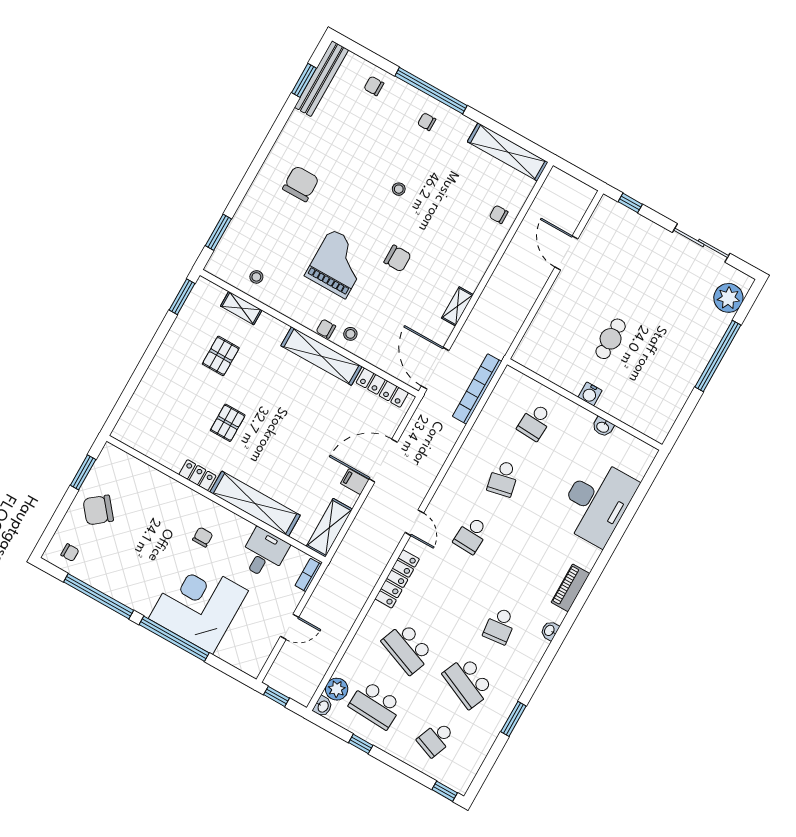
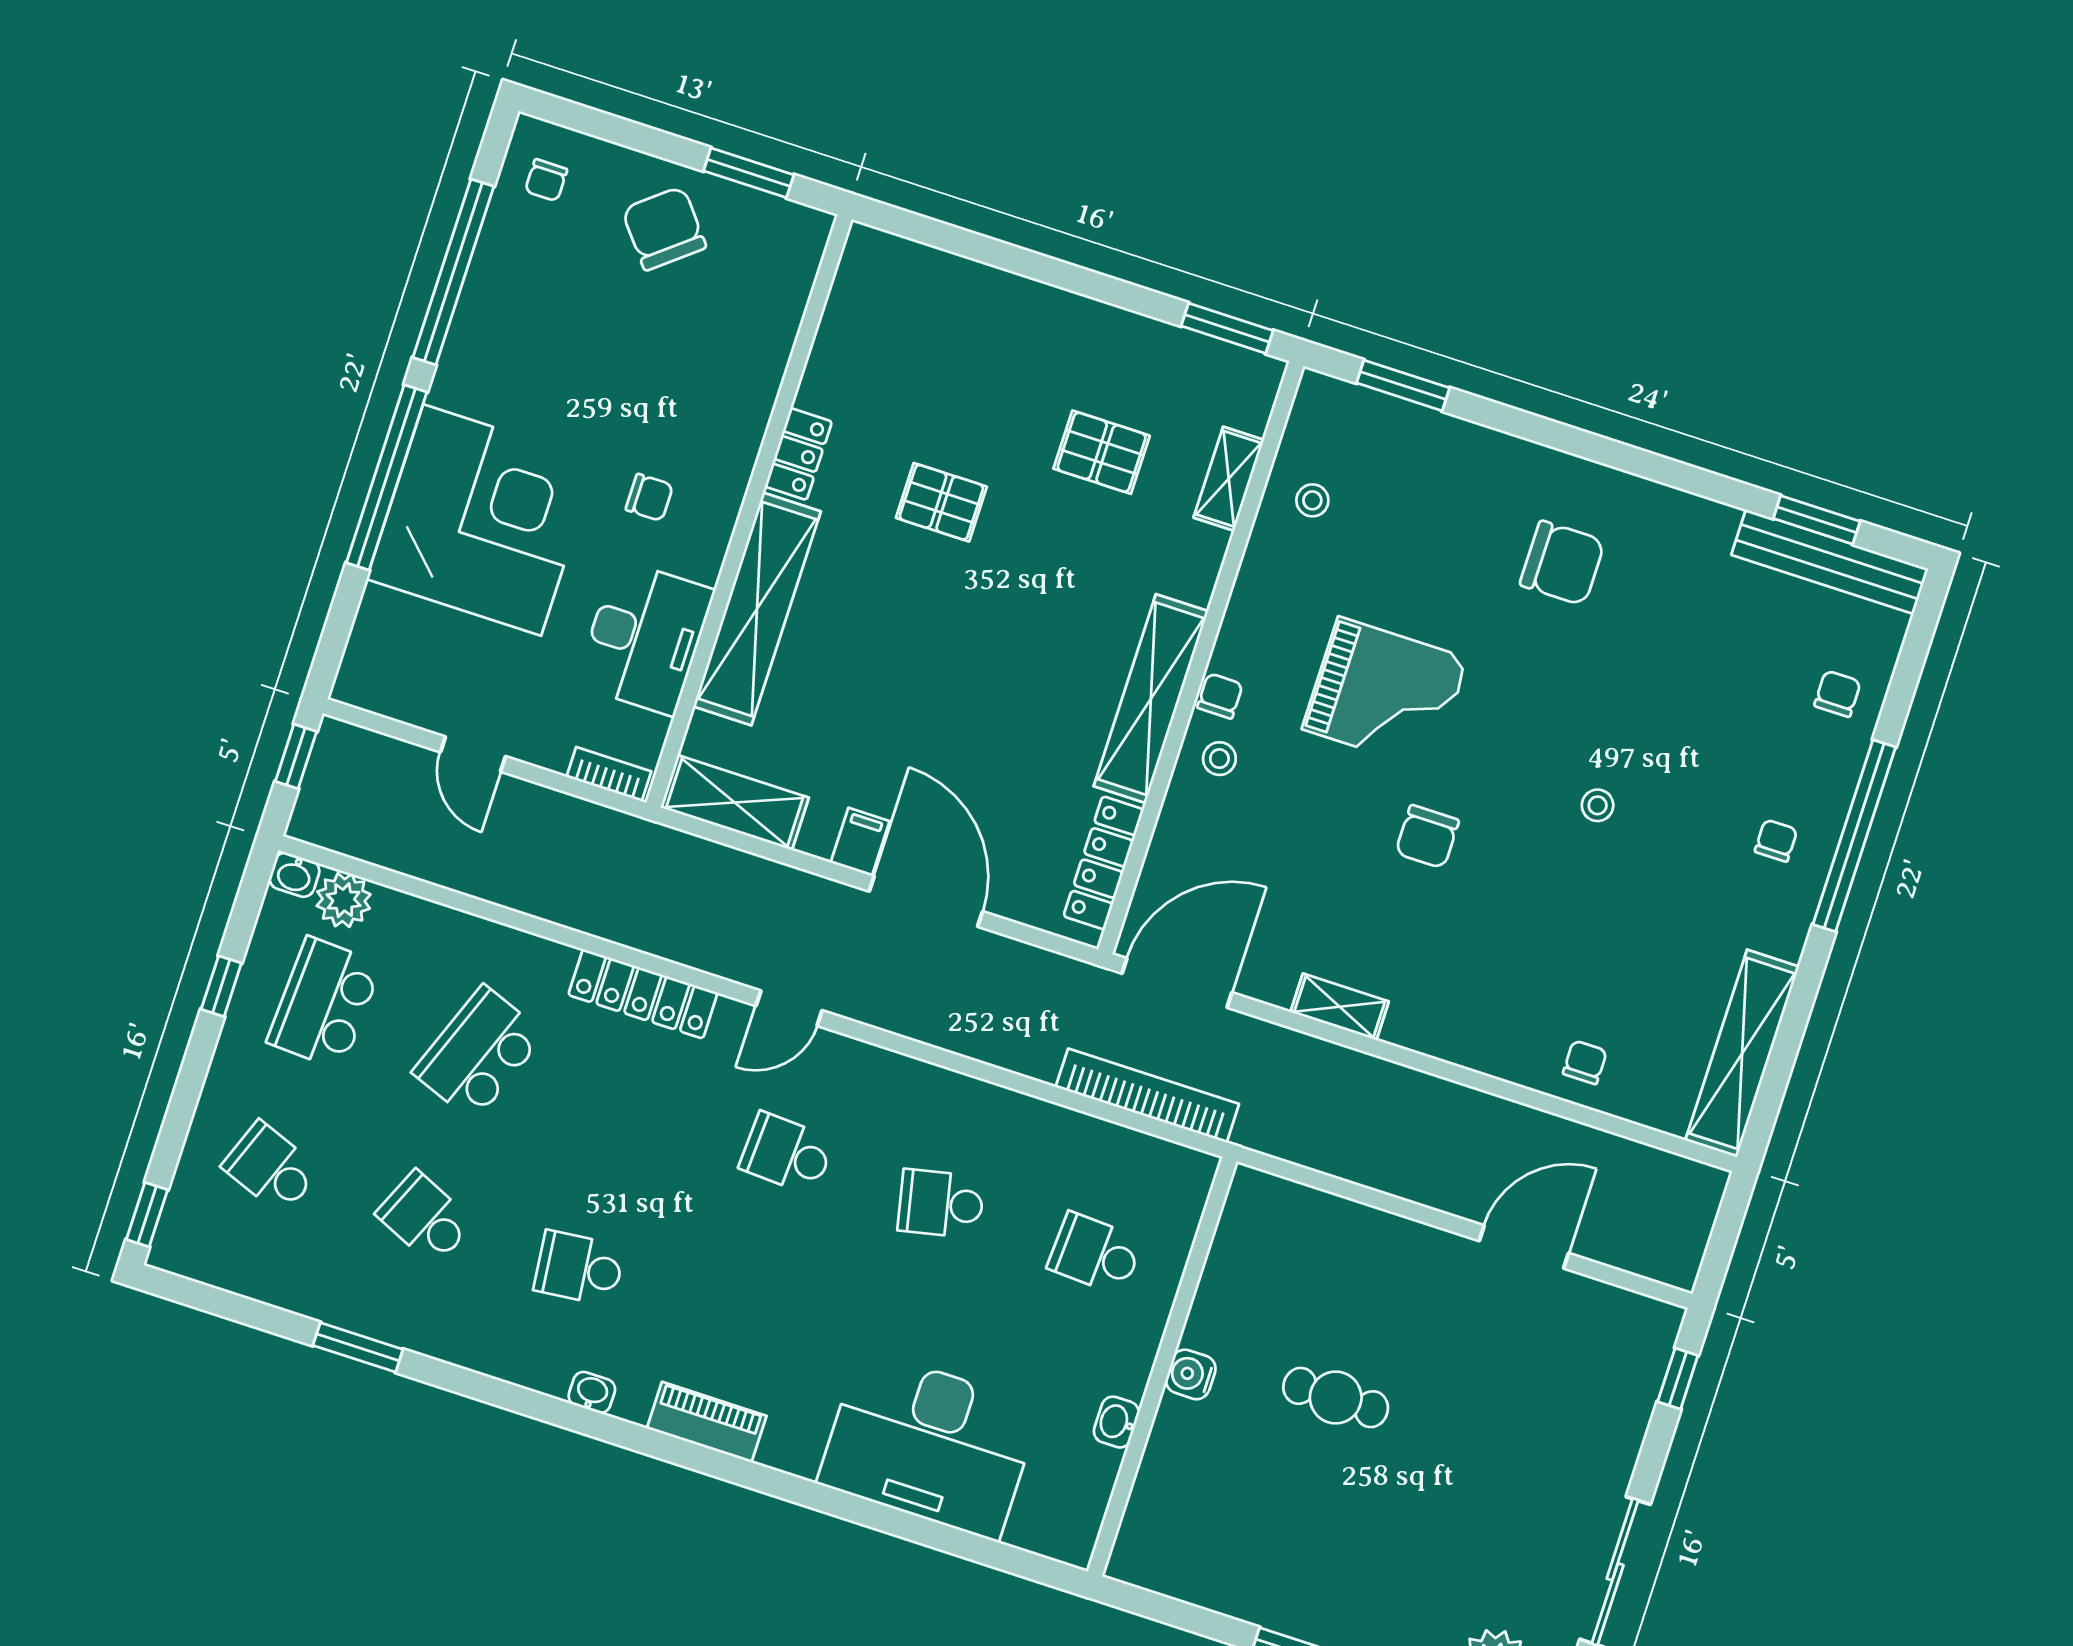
desk: (264, 554) -> (645, 638), width x1.37
school desk: (468, 682) -> (425, 1218), width x0.54

